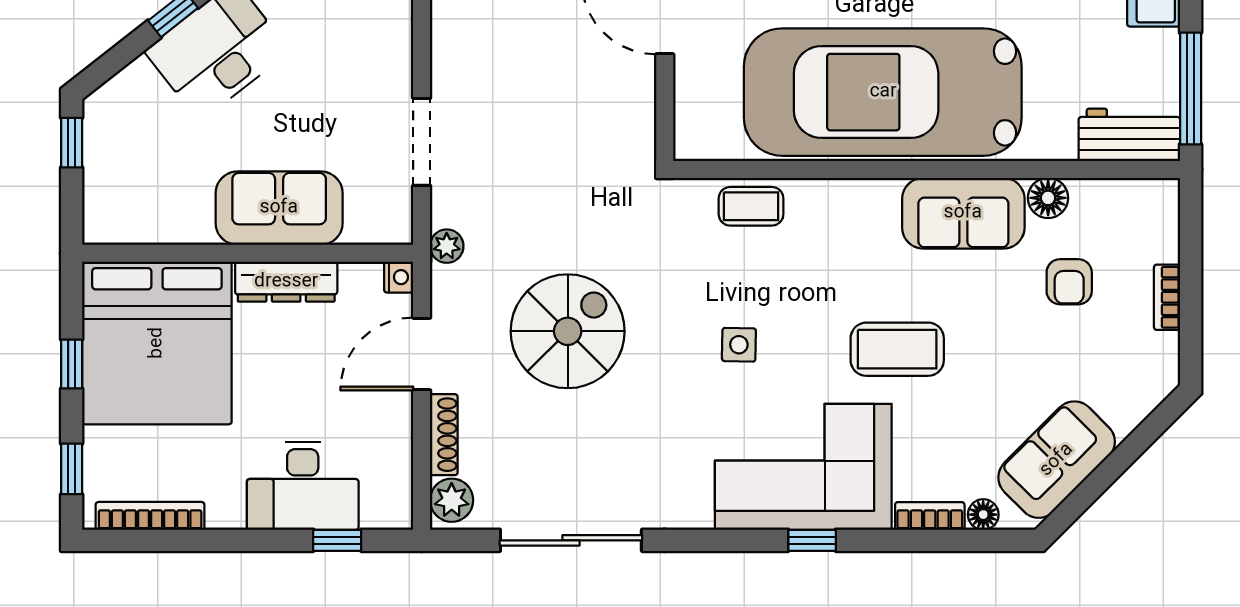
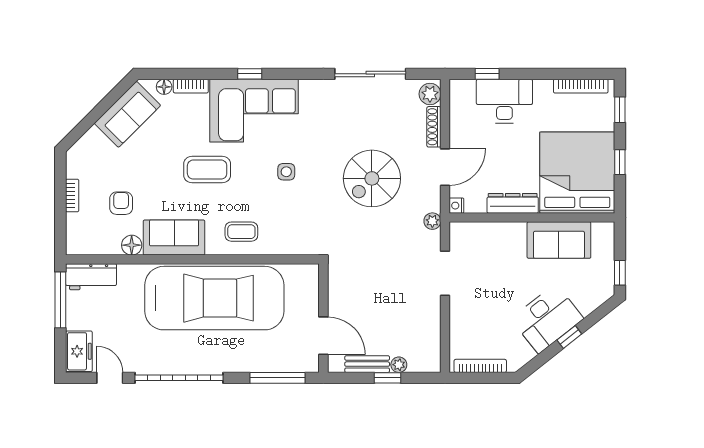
coffee table: (751, 206) -> (241, 232), moved
sofa: (279, 208) -> (559, 240), moved

